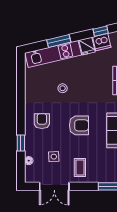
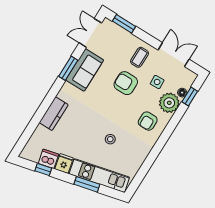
armchair: (79, 125) -> (126, 83), moved
window: (21, 143) -> (190, 96), moved
plant: (34, 146) -> (169, 103), added

